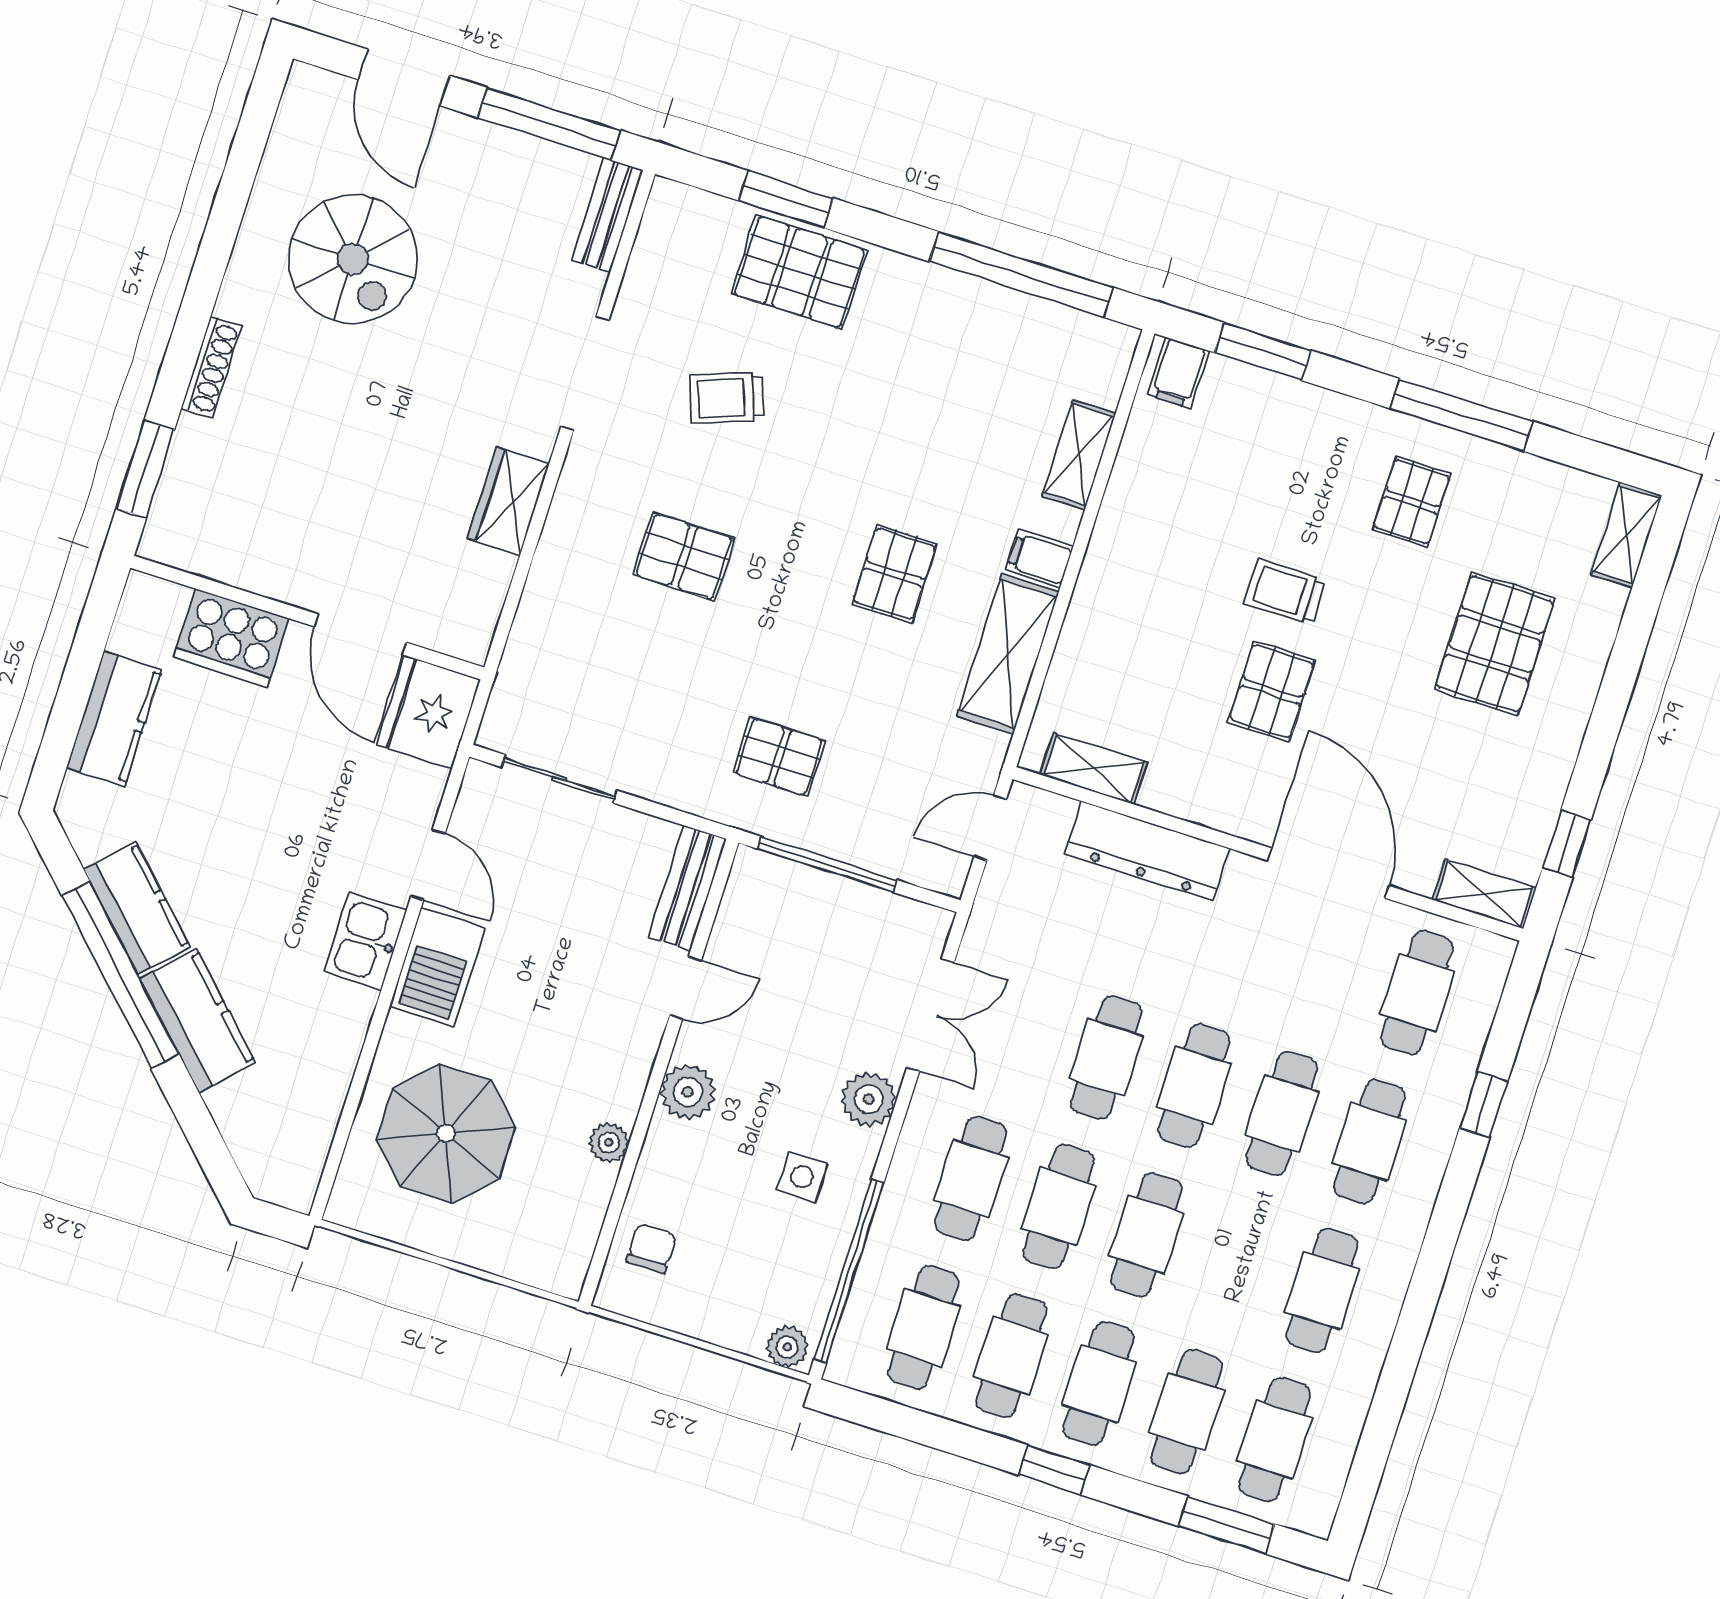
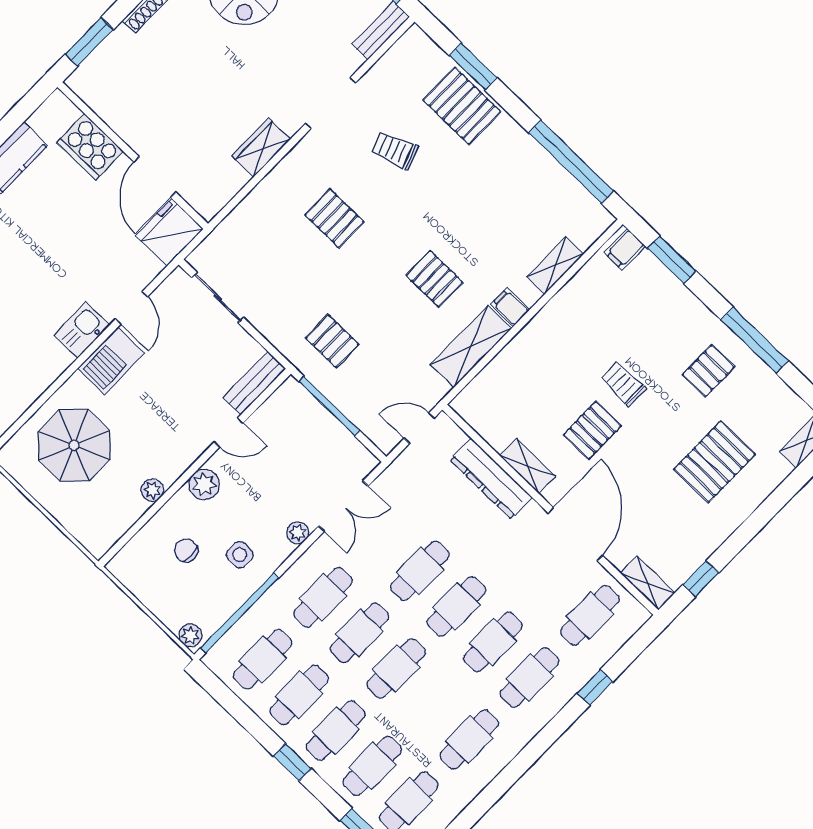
pallet: (894, 574) -> (434, 279), turned 90
shelving: (1093, 769) -> (527, 466), moved
plant: (869, 1099) -> (298, 533), width x0.73, depth x0.73
chair: (651, 1248) -> (186, 551), moved, turned -90

